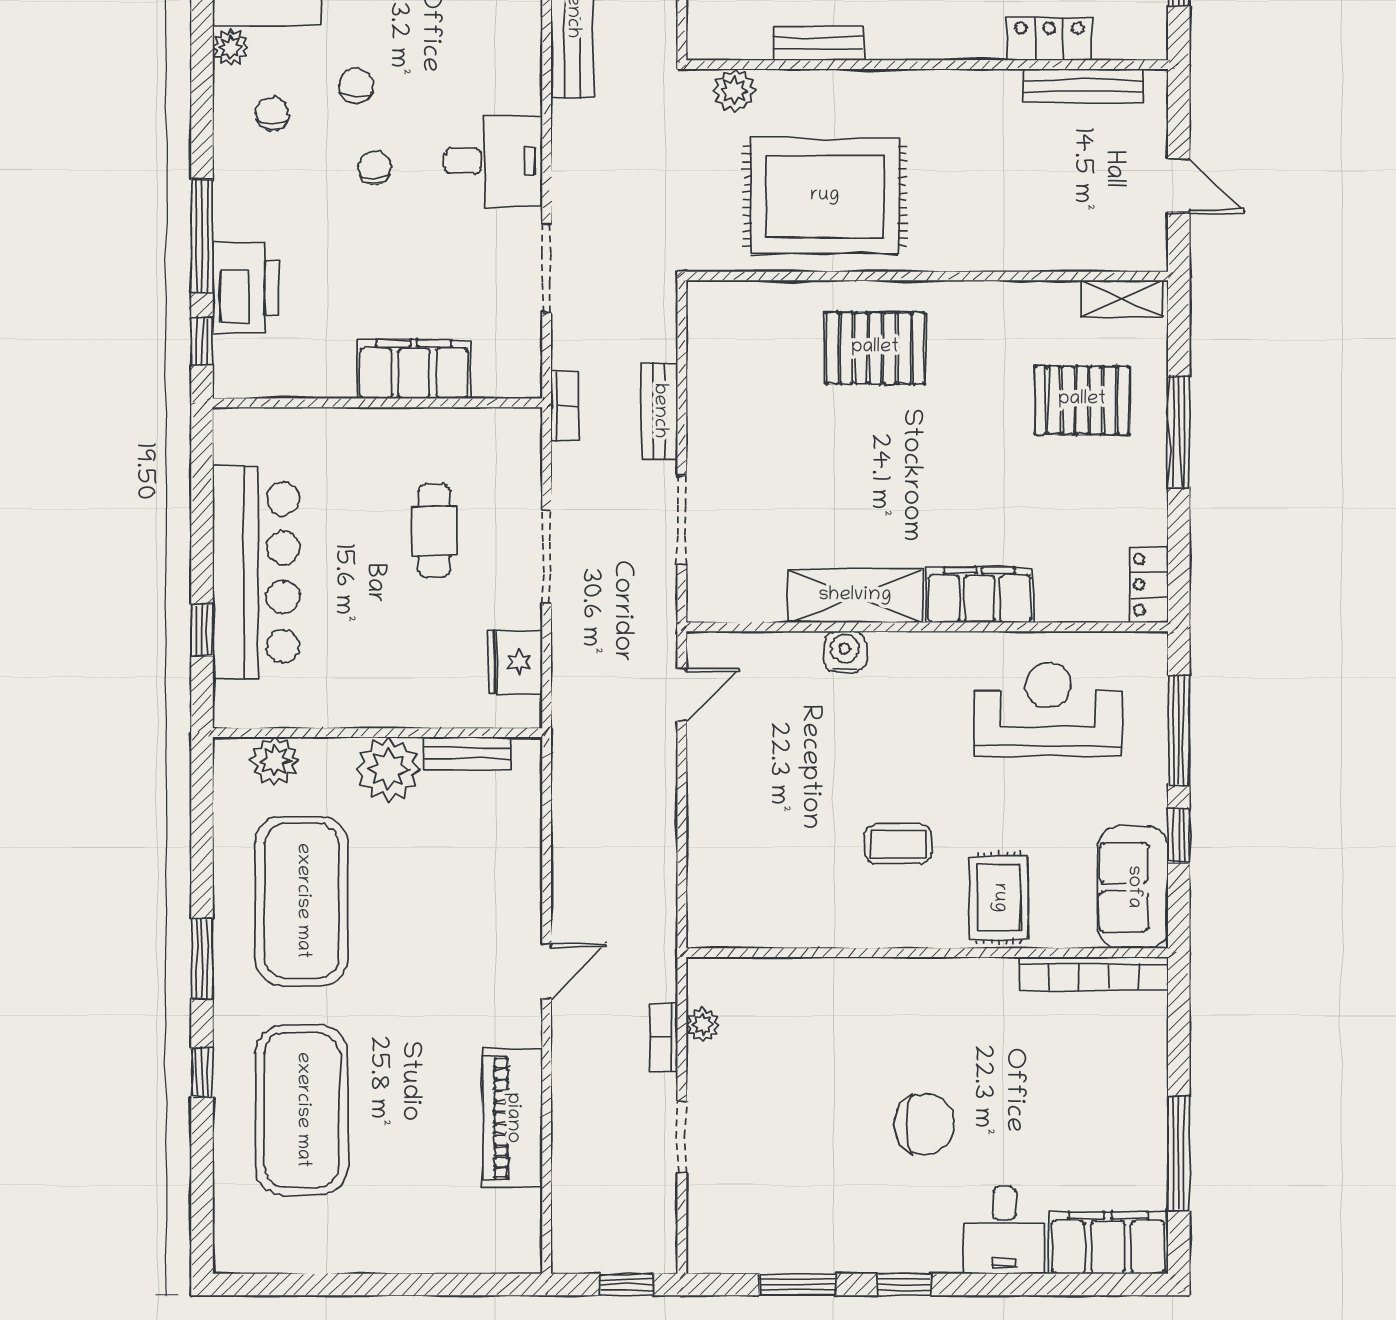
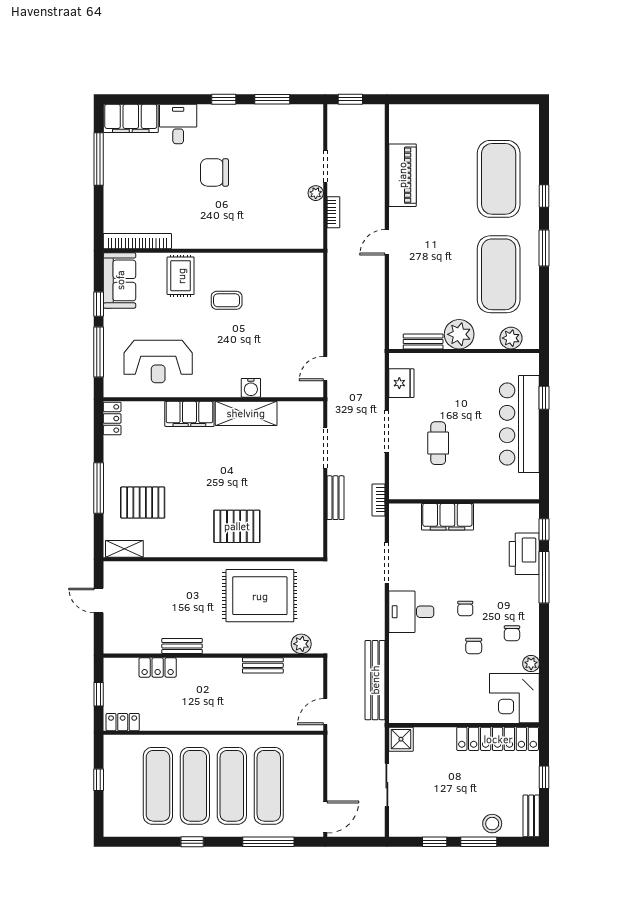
bench: (1084, 86) -> (182, 646), moved, width x0.73
plant: (703, 1024) -> (316, 193), moved

